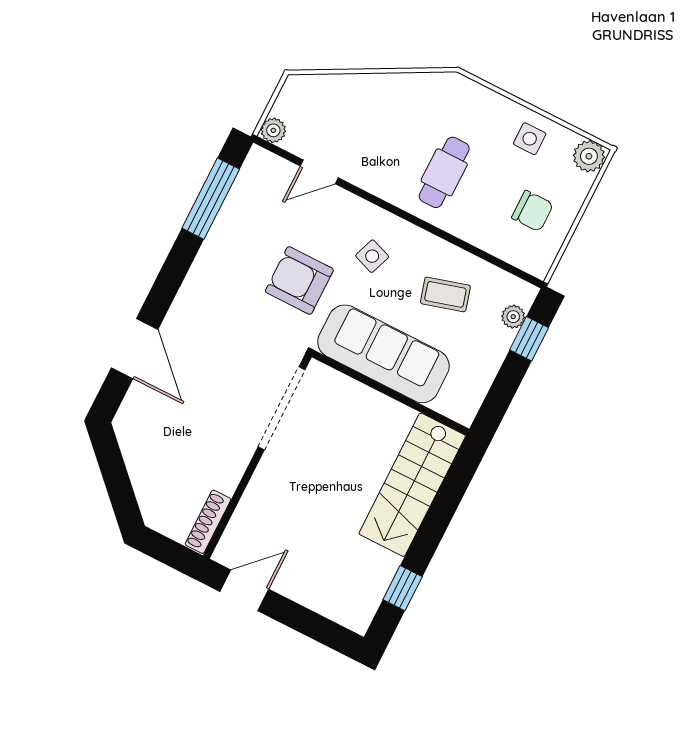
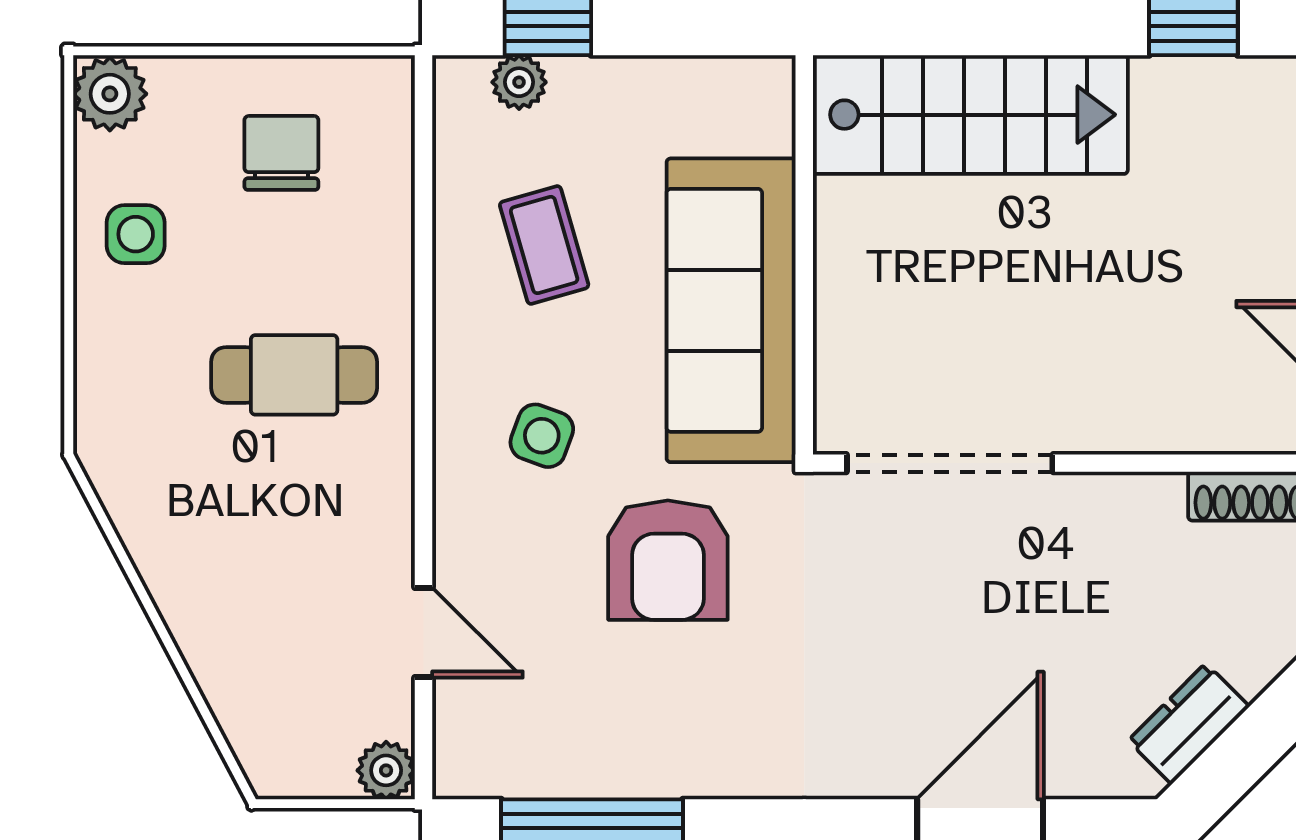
dresser: (134, 450) -> (1189, 724), added

